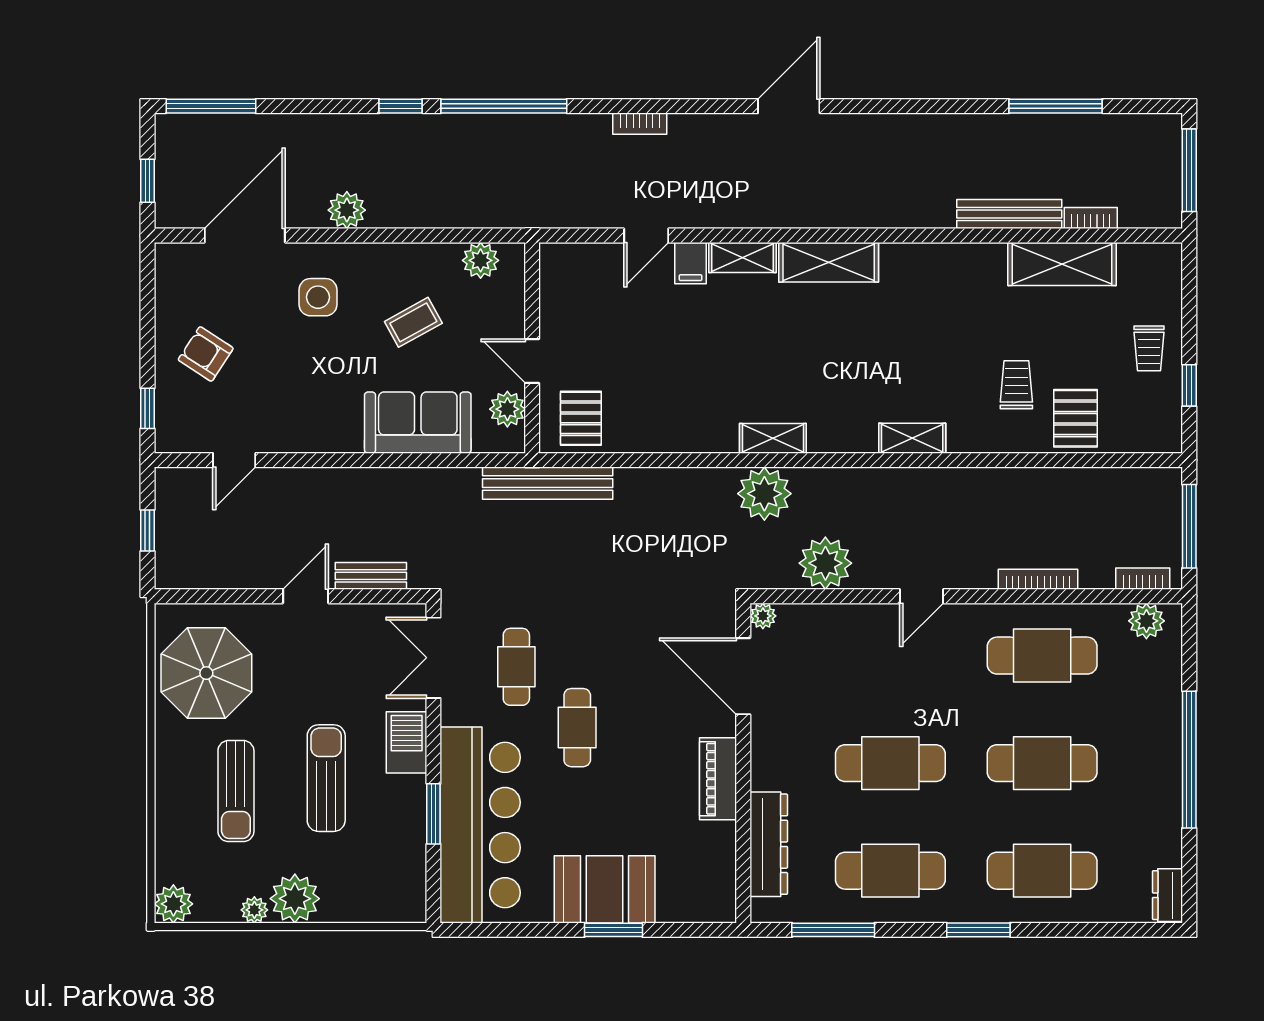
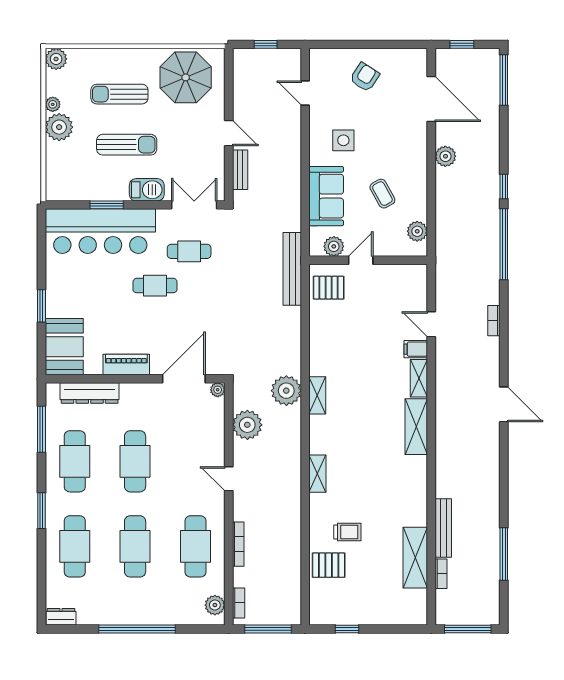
side table: (318, 297) -> (343, 140), moved
trolley: (1149, 348) -> (368, 606), removed
window: (147, 408) -> (334, 44), removed
booth: (605, 889) -> (64, 347), moved

